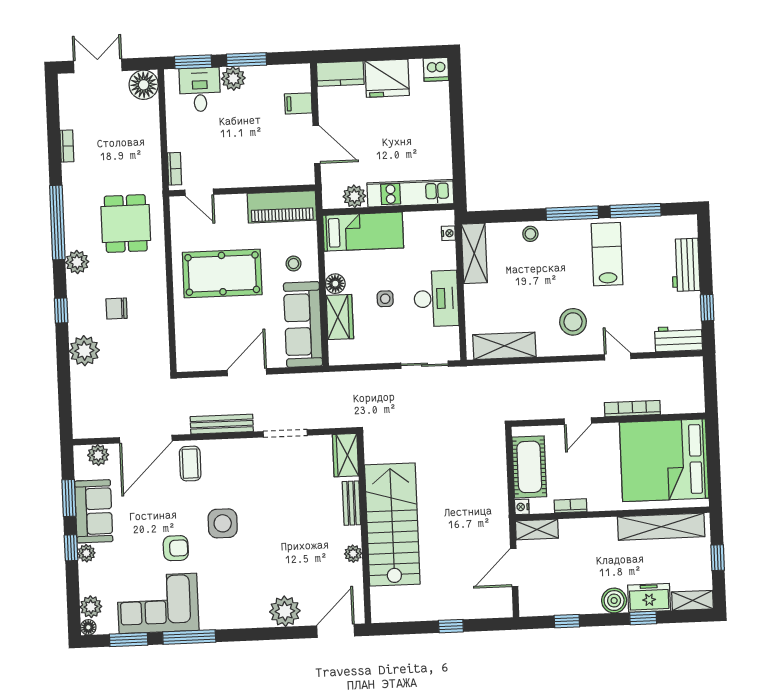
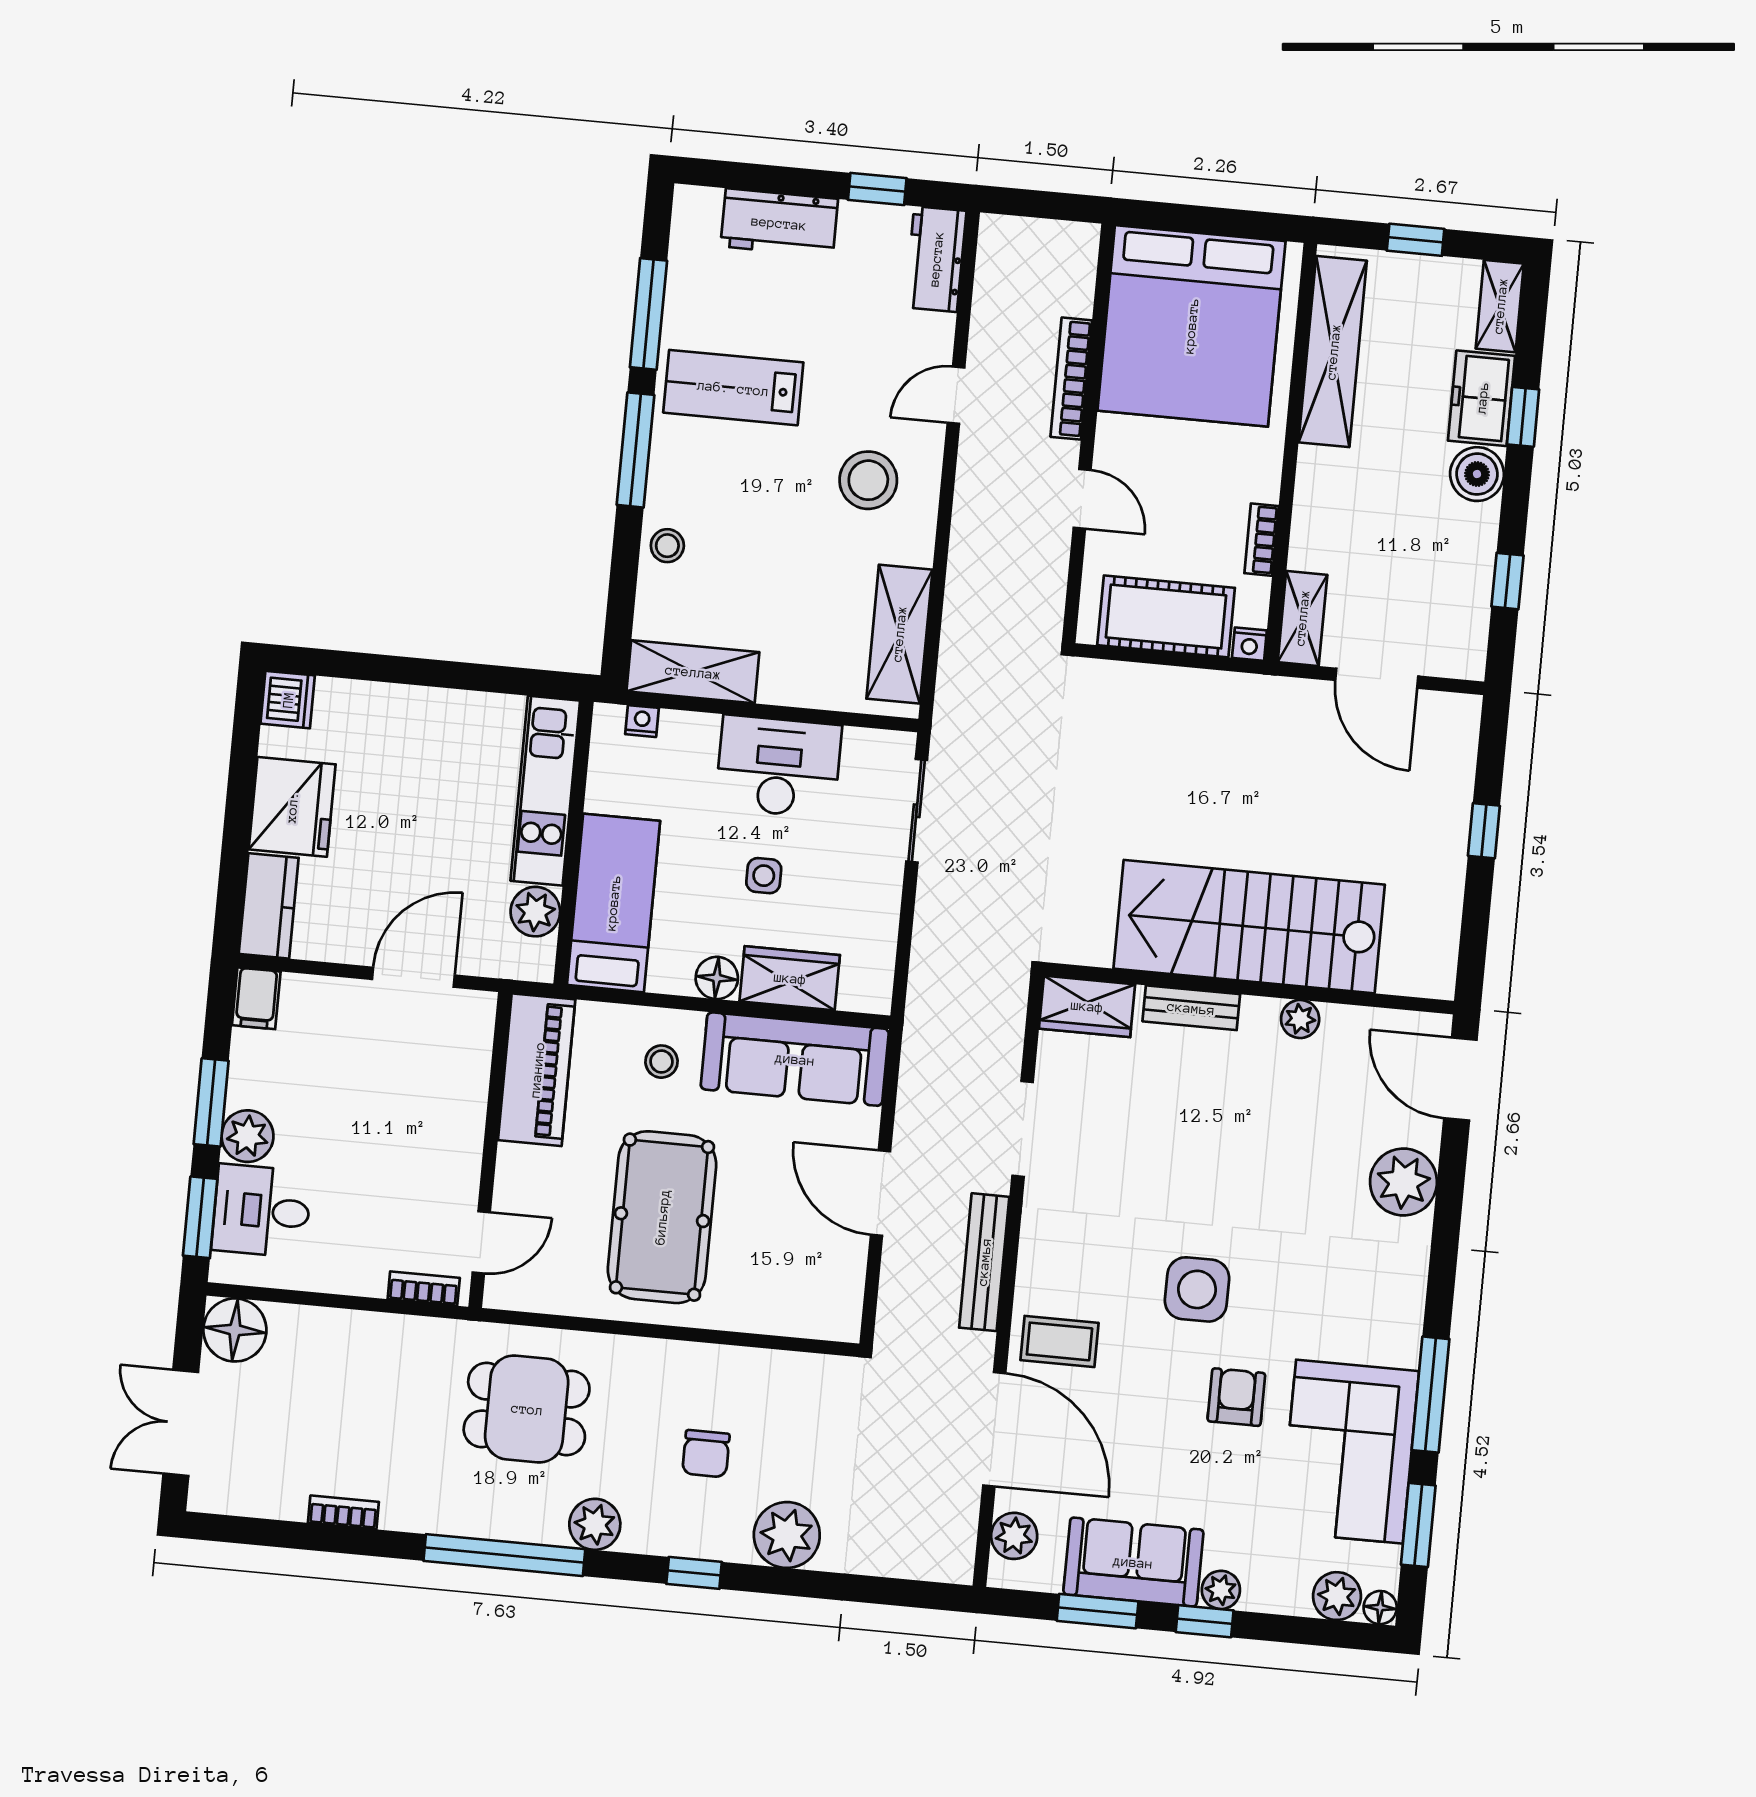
filing cabinet: (298, 103) -> (256, 998), moved

